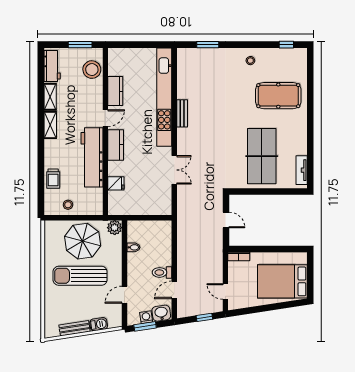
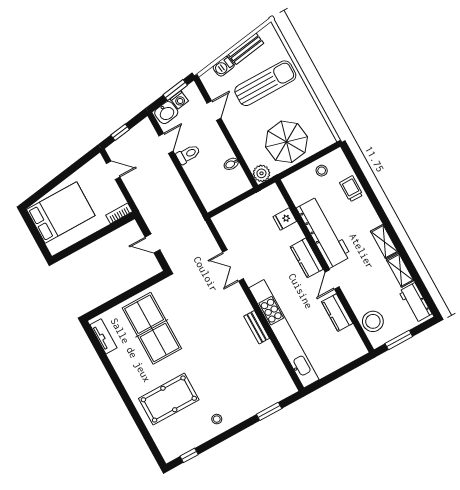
sun lounger: (80, 276) -> (265, 83), moved

